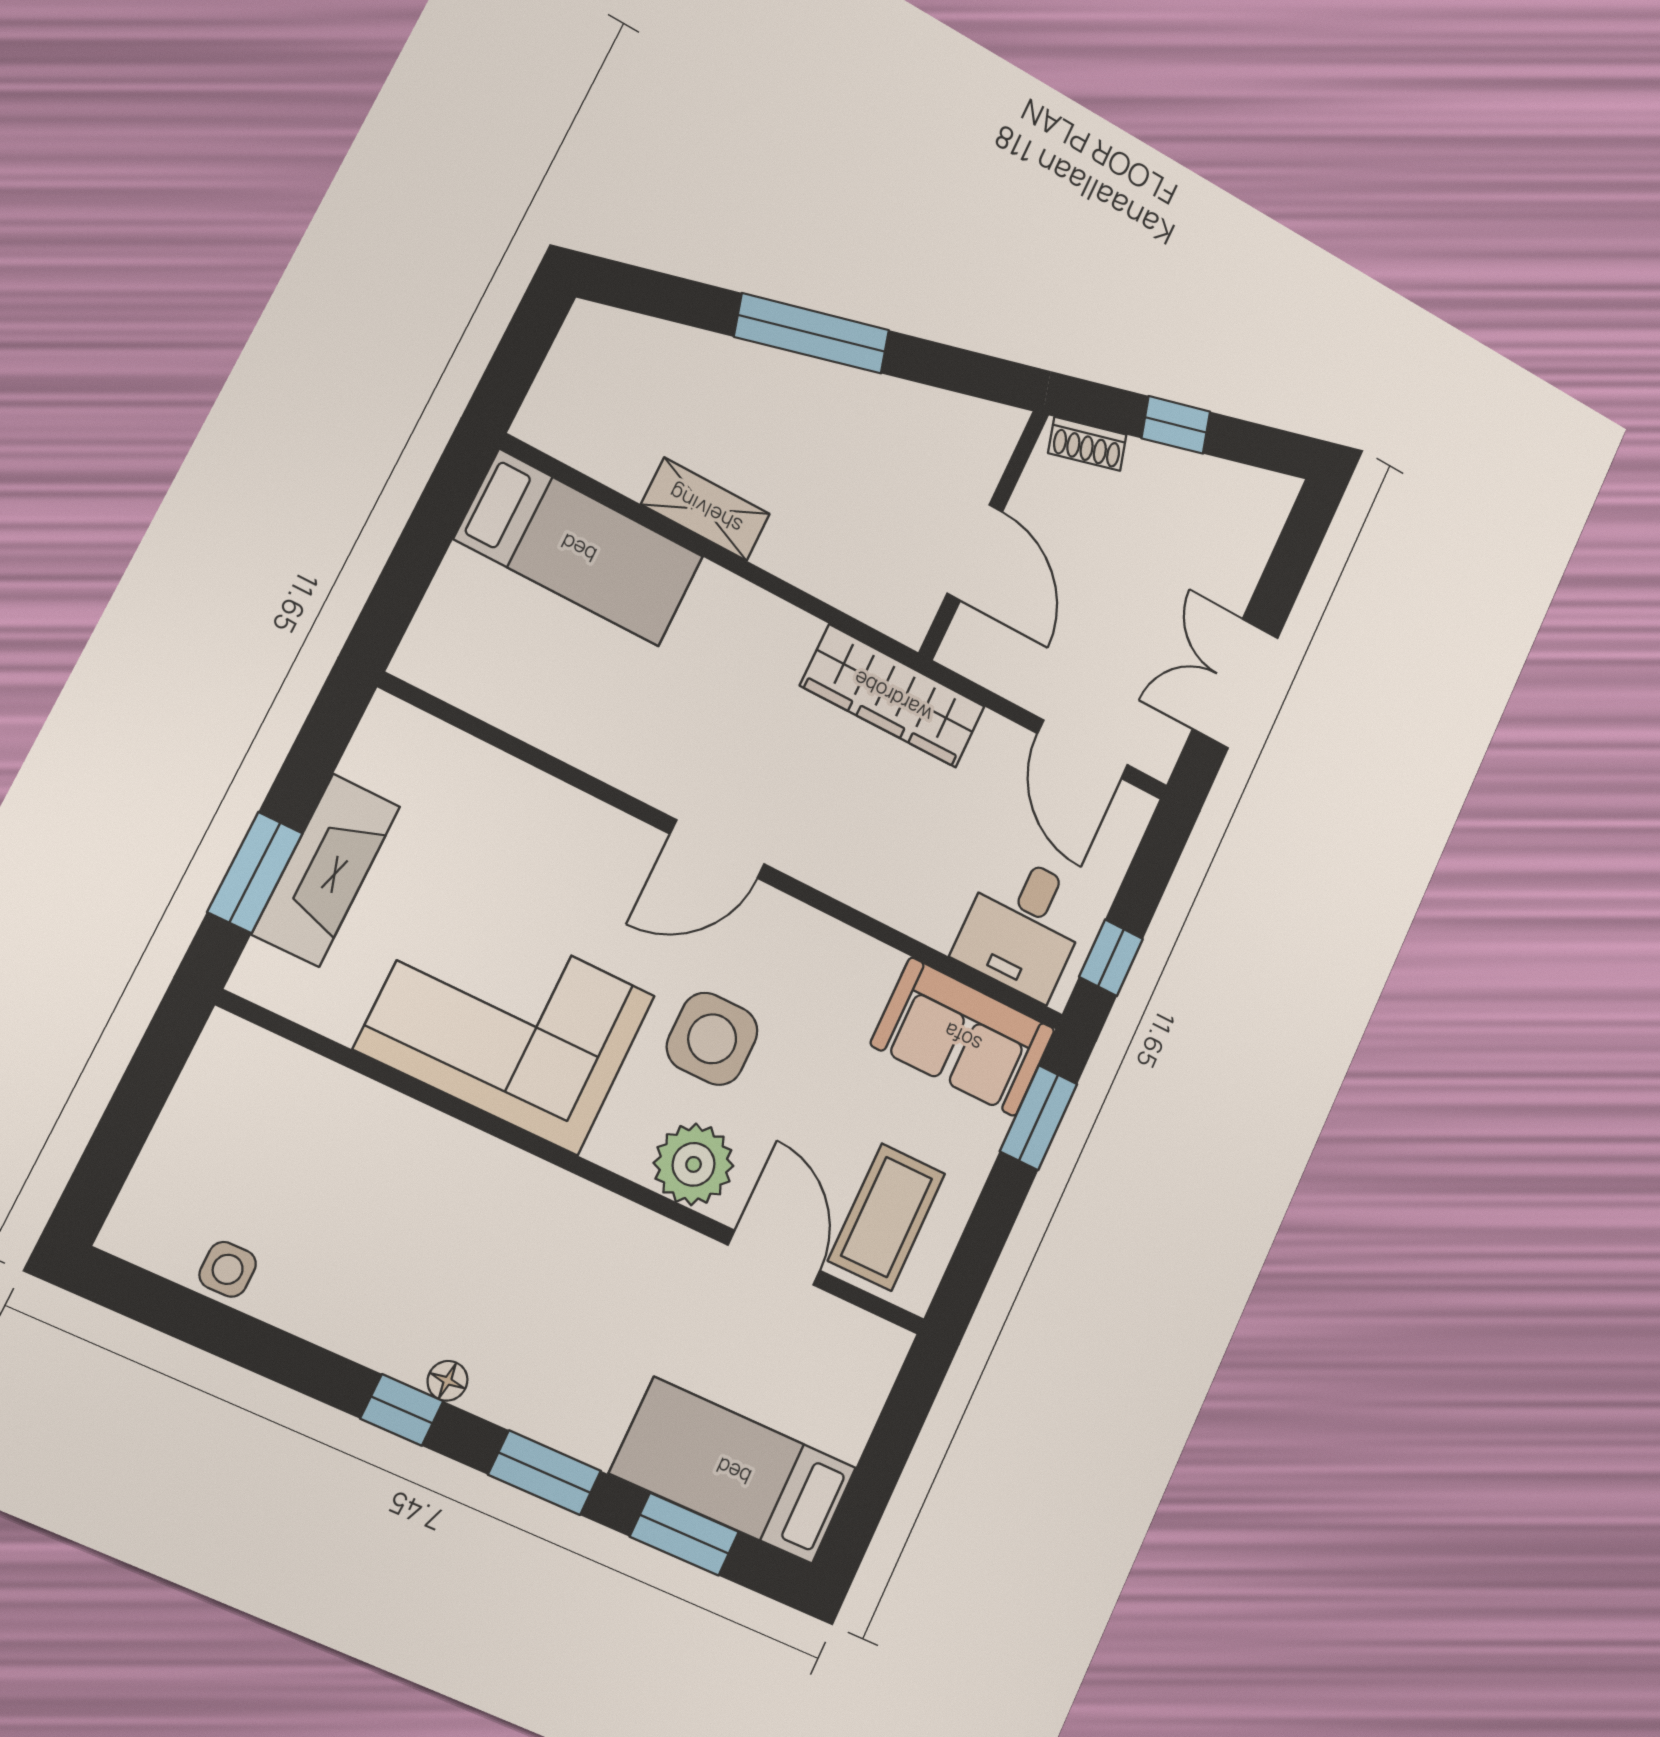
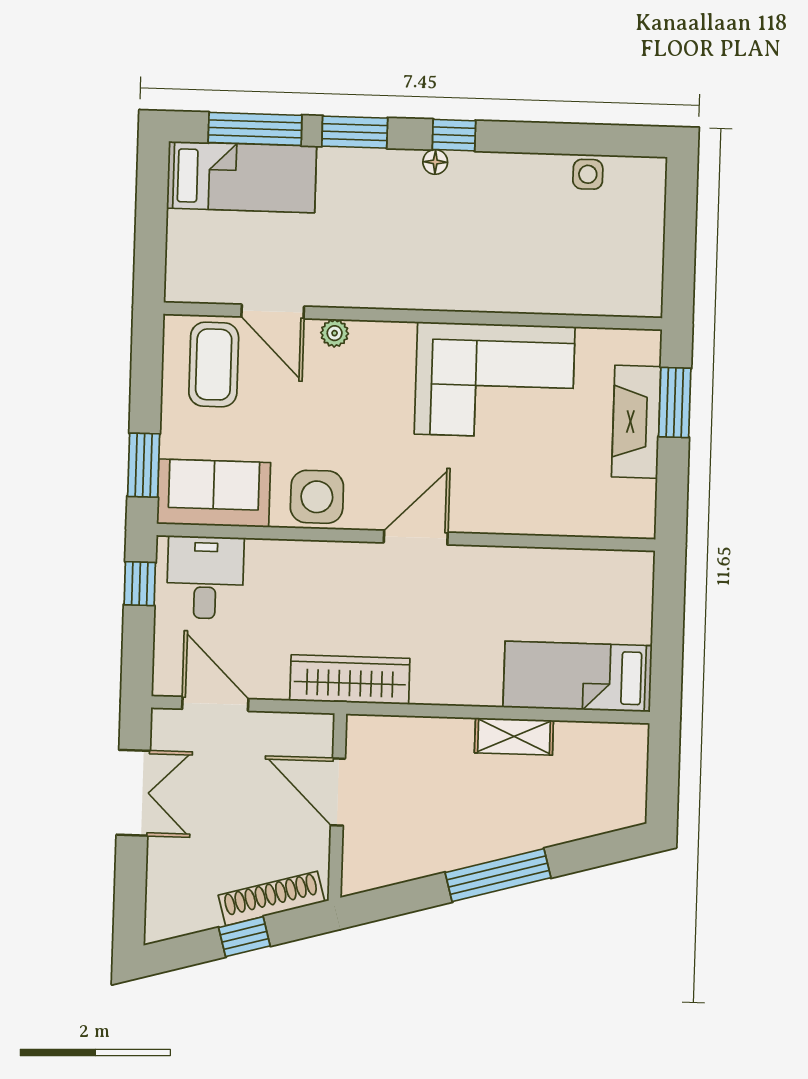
shoe rack: (1087, 444) -> (272, 898), width x1.94, depth x1.24
side table: (712, 1039) -> (317, 497), moved
plant: (694, 1164) -> (335, 333), width x0.53, depth x0.53
window: (684, 1534) -> (255, 129), width x1.44

